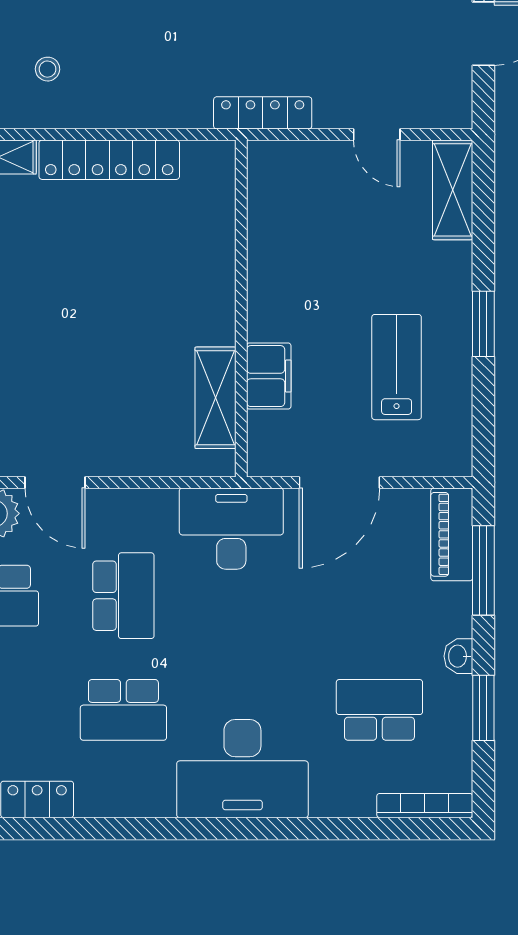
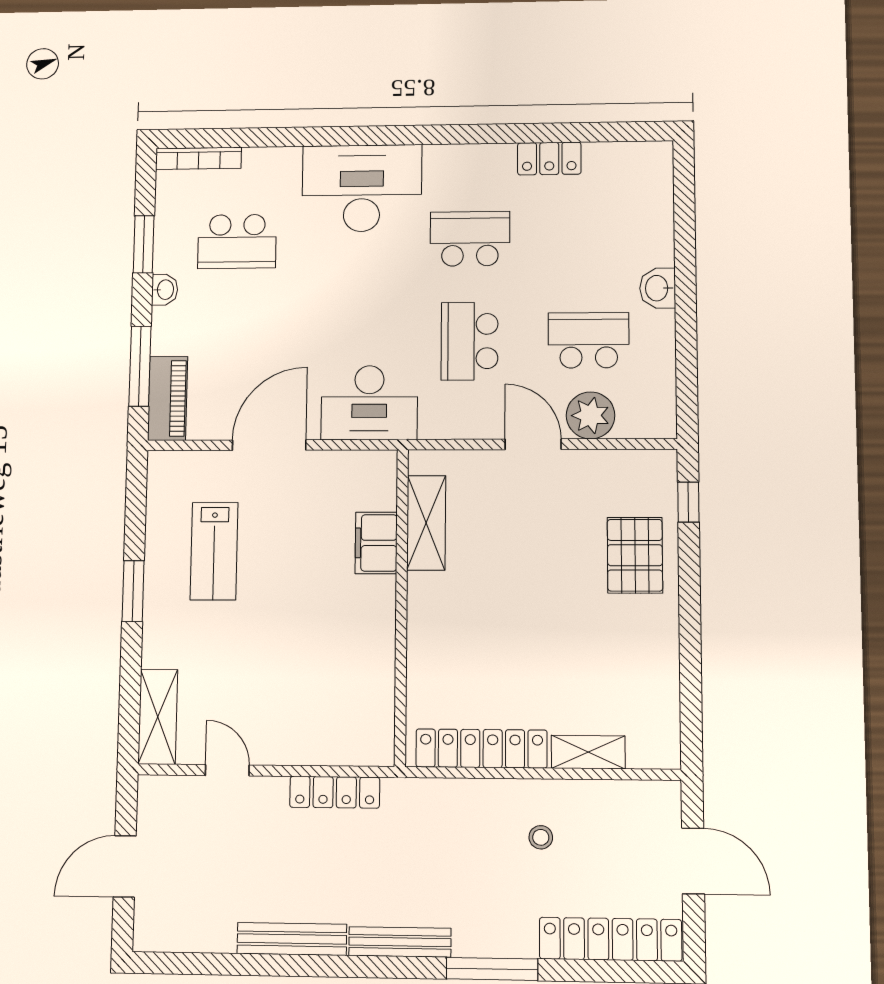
wall: (241, 308) -> (401, 606), moved
filing cabinet: (269, 376) -> (376, 543), moved
shelving: (215, 398) -> (426, 523), moved

